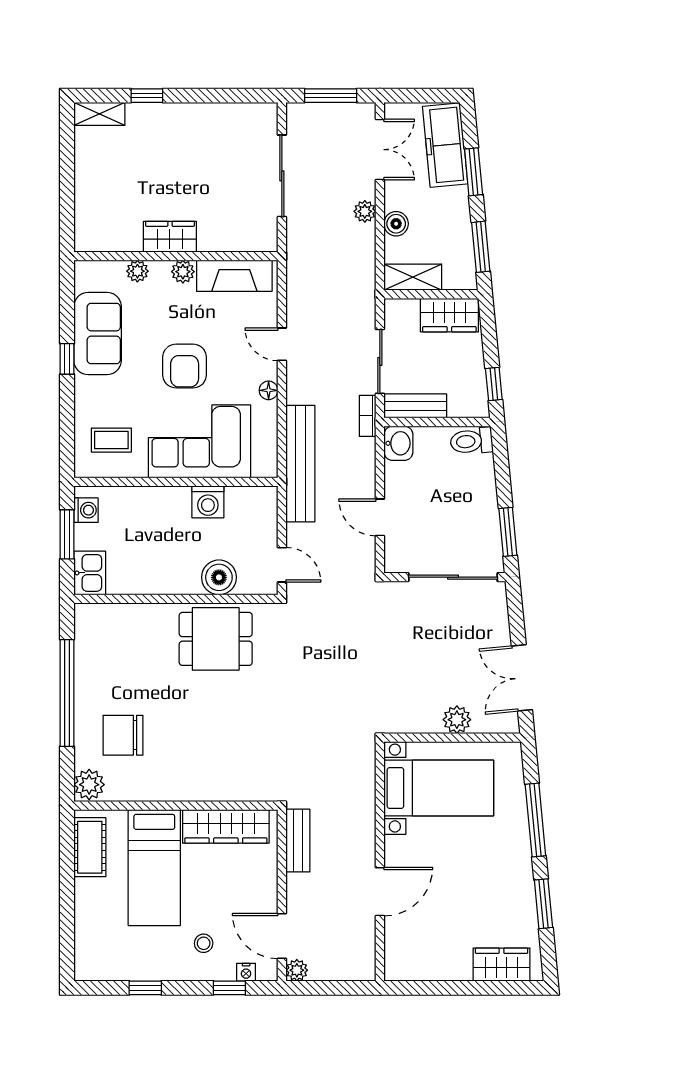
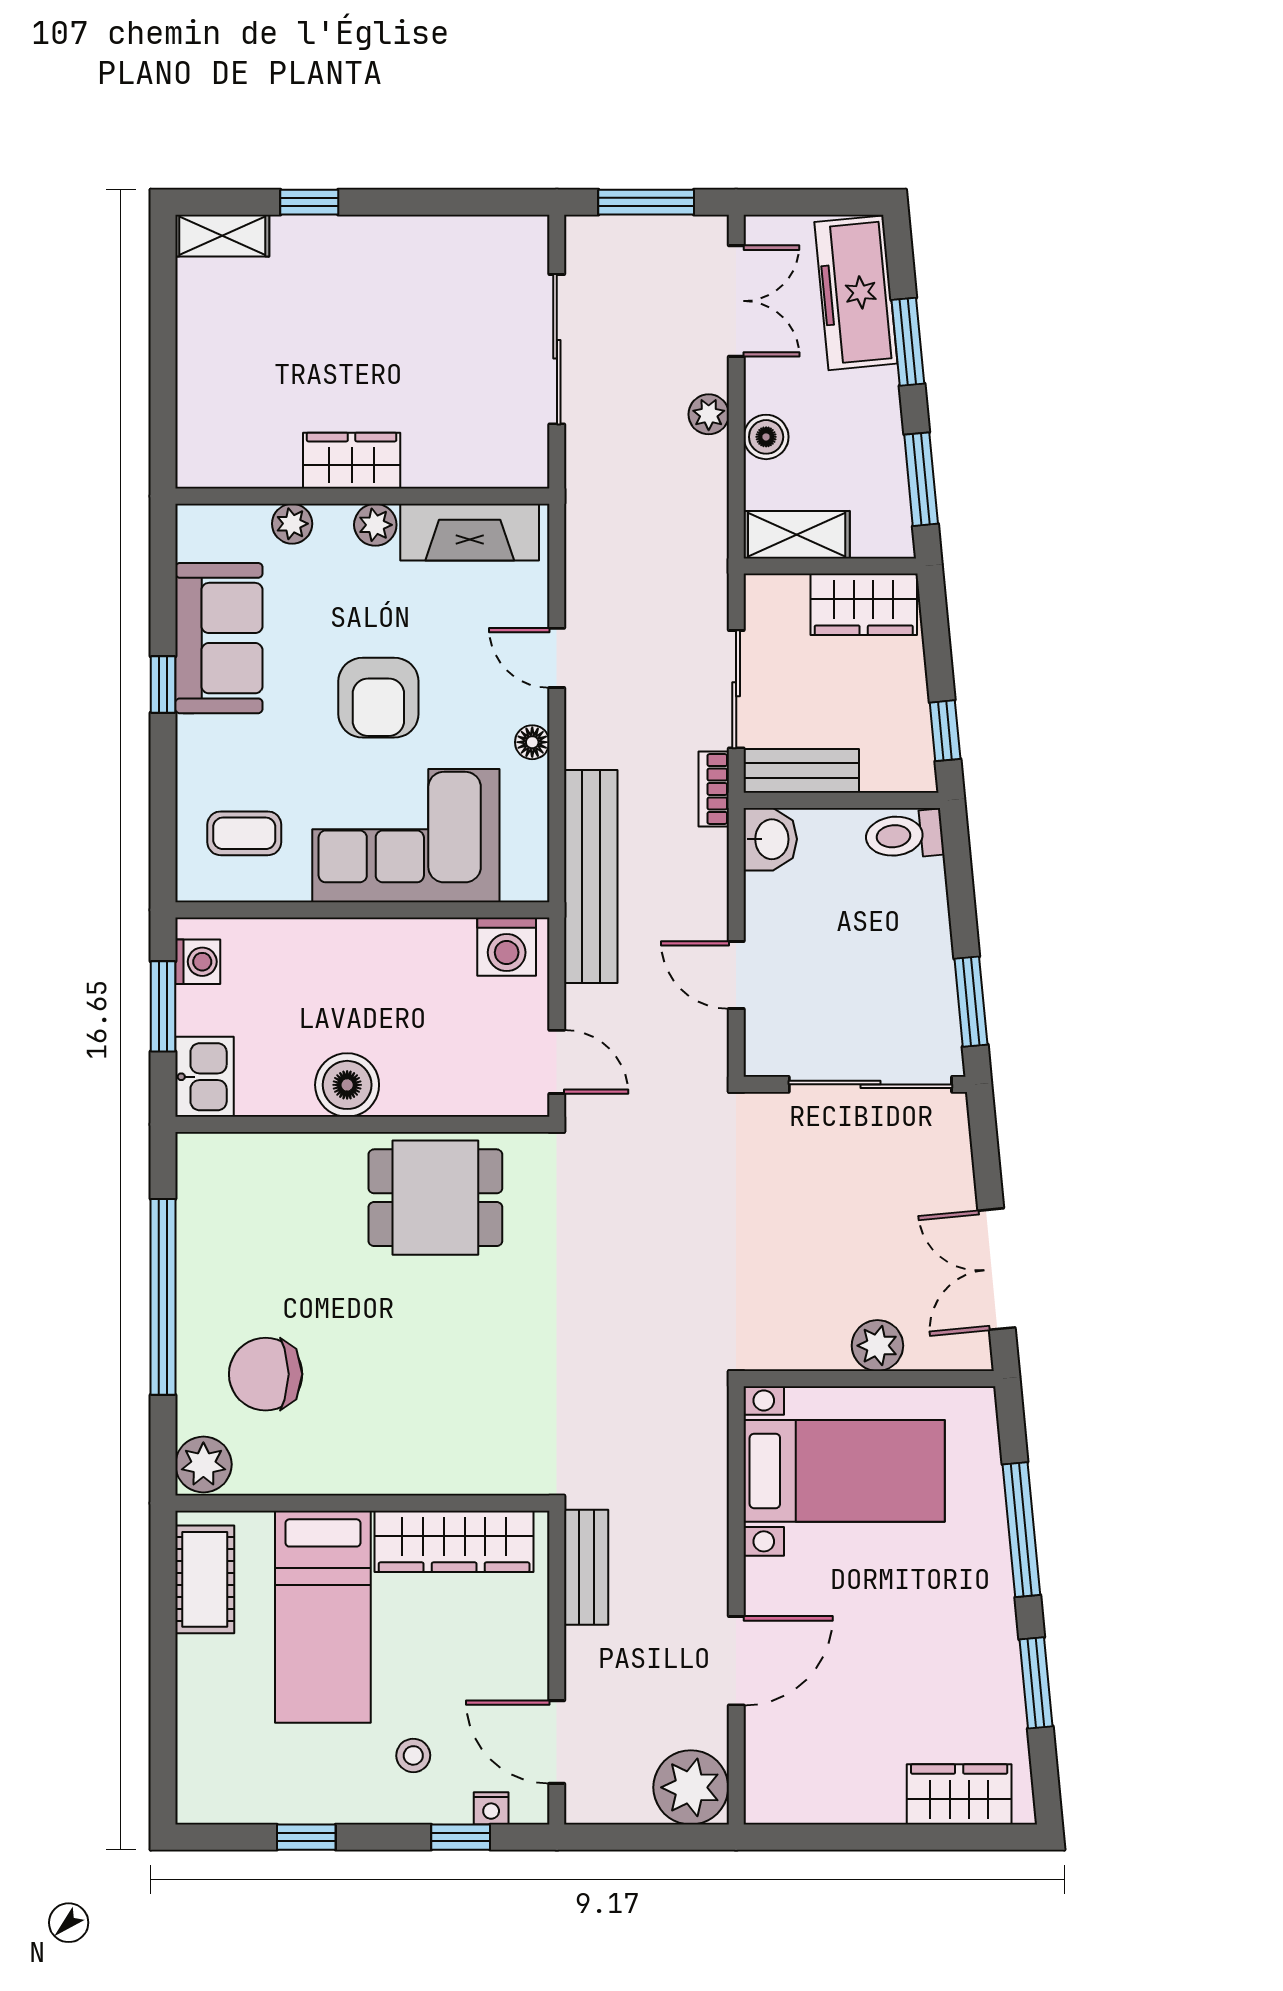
washing machine: (208, 502) -> (507, 947), moved
boiler: (219, 577) -> (347, 1085), moved
plant: (297, 970) -> (691, 1787), moved, width x1.88, depth x1.88

